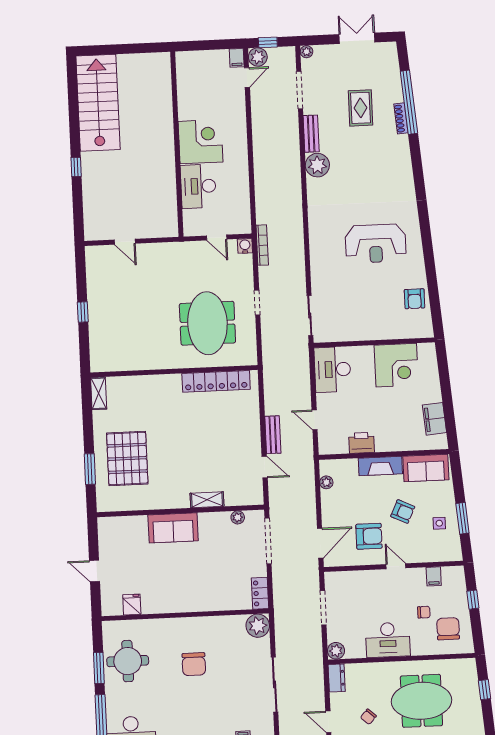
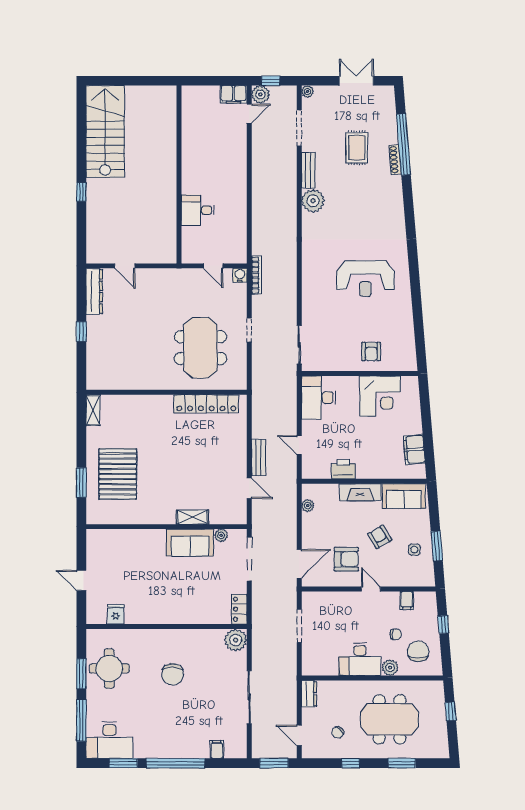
filing cabinet: (237, 58) -> (234, 94), width x2.00
corner desk: (200, 142) -> (202, 173), removed
desk: (198, 186) -> (198, 210), width x0.73
dresser: (94, 270) -> (94, 292), added
armchair: (415, 299) -> (371, 351), moved
armchair: (403, 512) -> (380, 537), turned -146
sofa: (173, 528) -> (190, 543), moved
plant: (336, 651) -> (390, 668), moved

